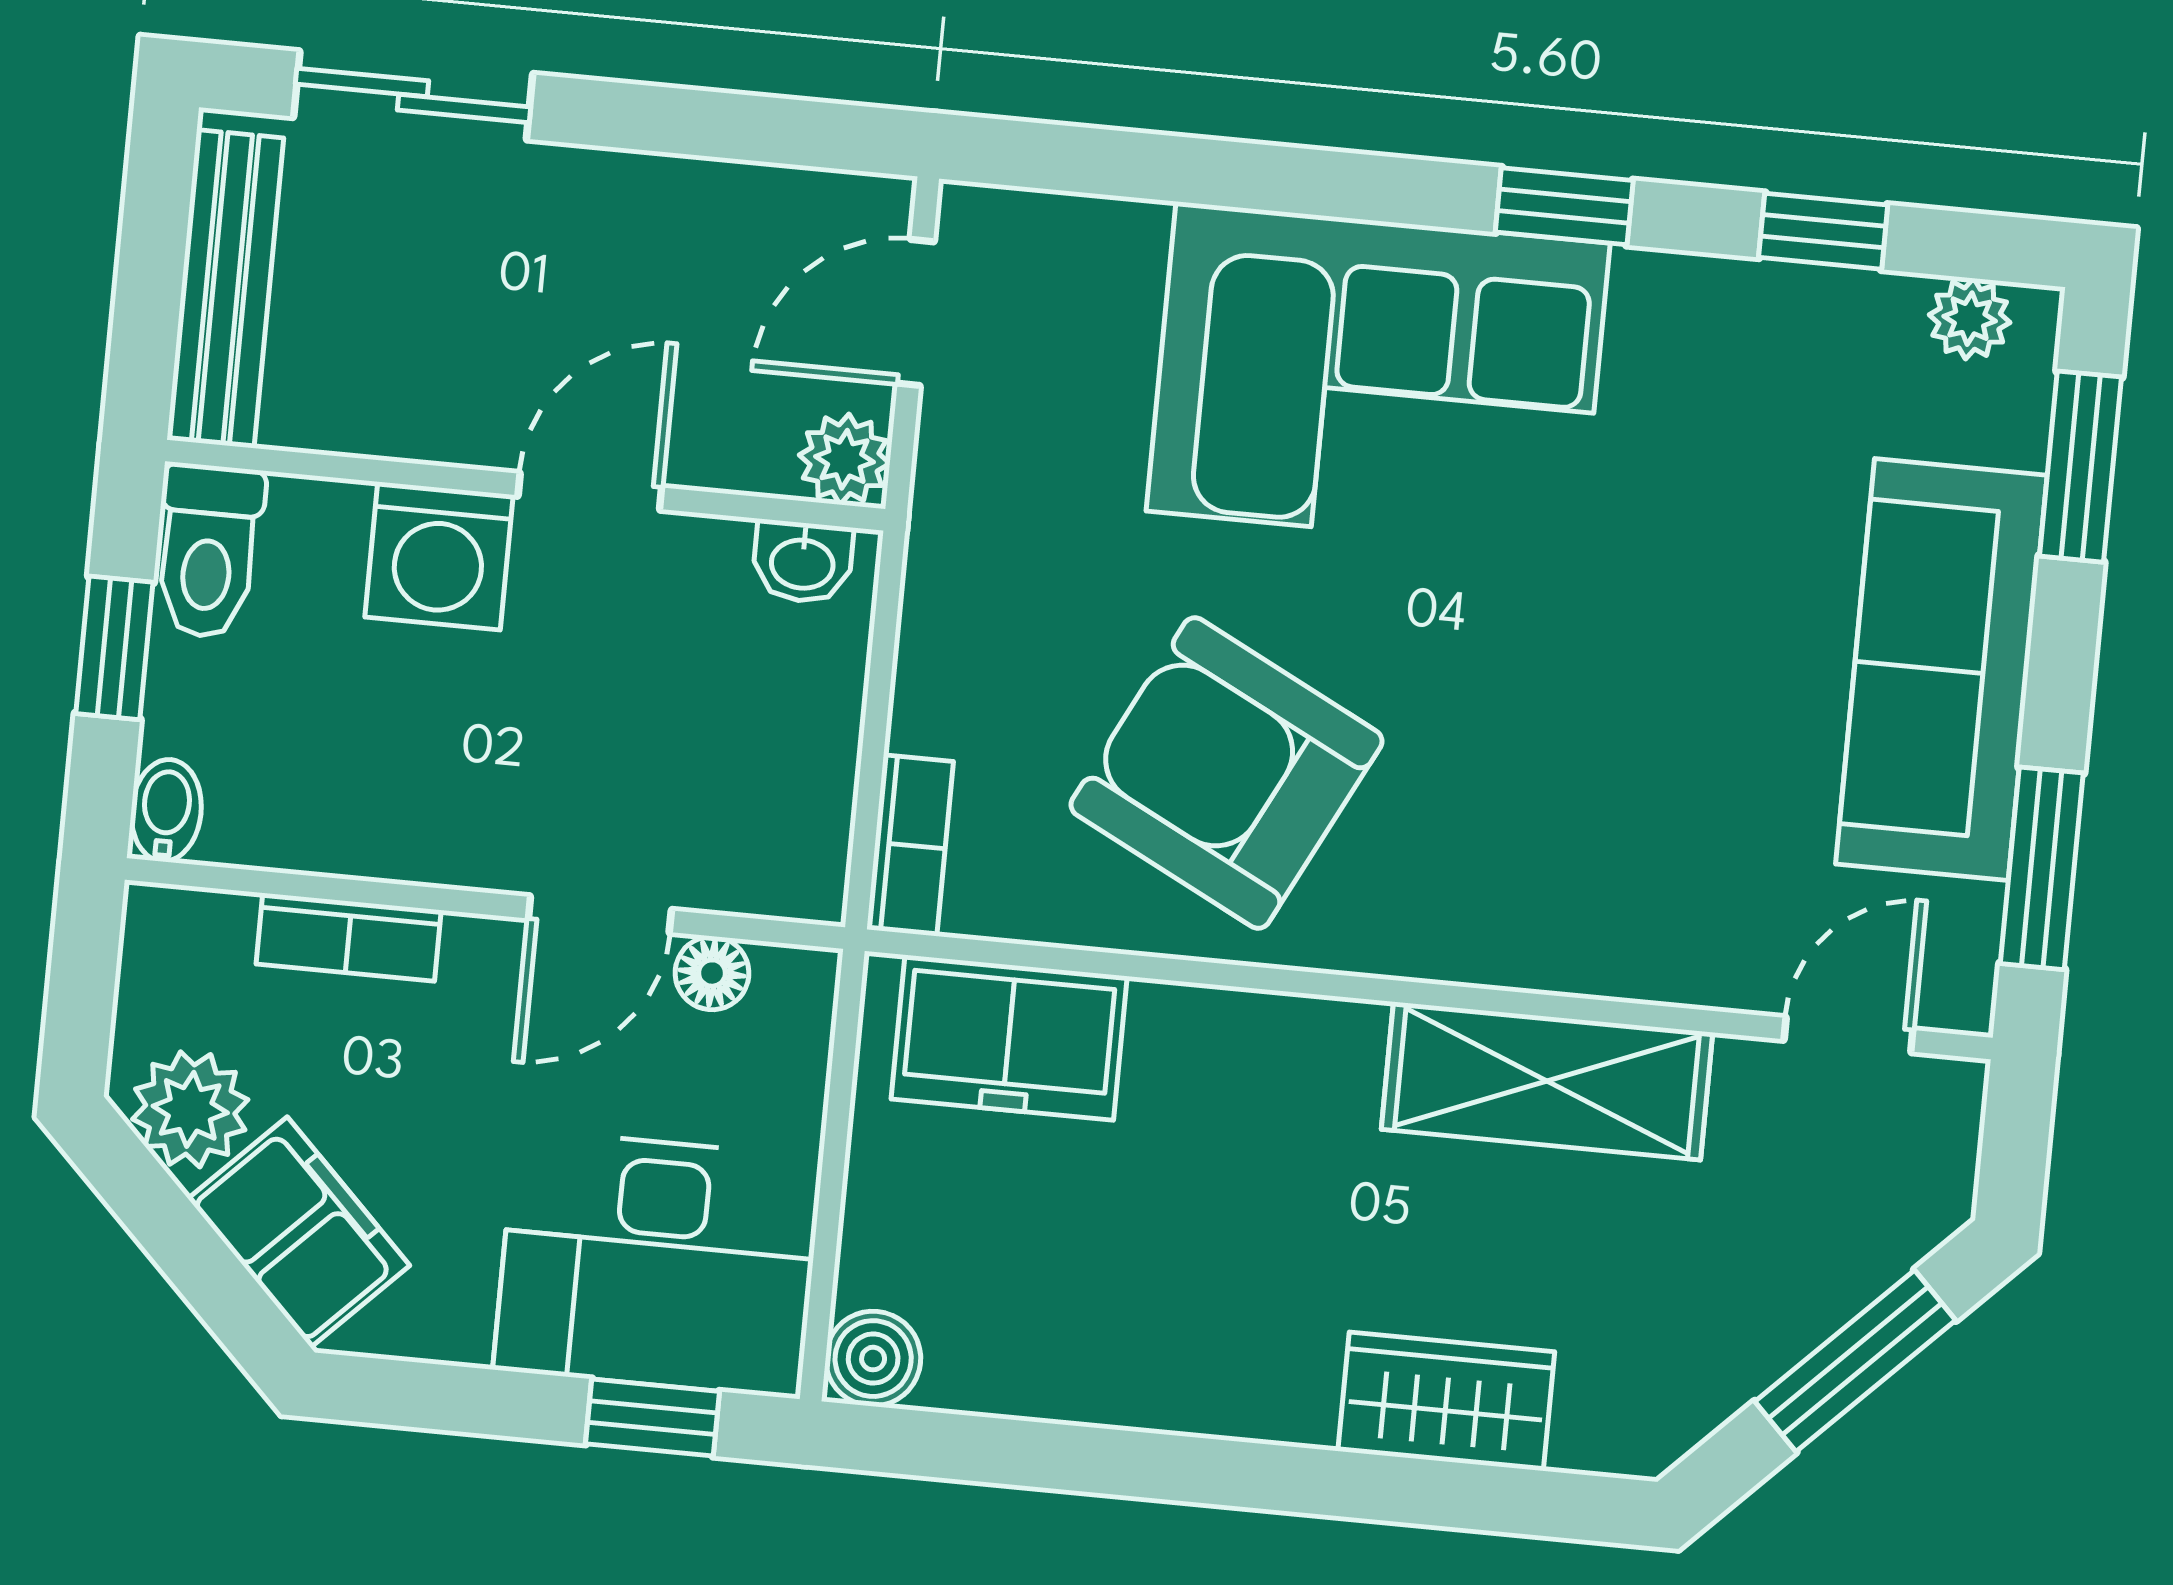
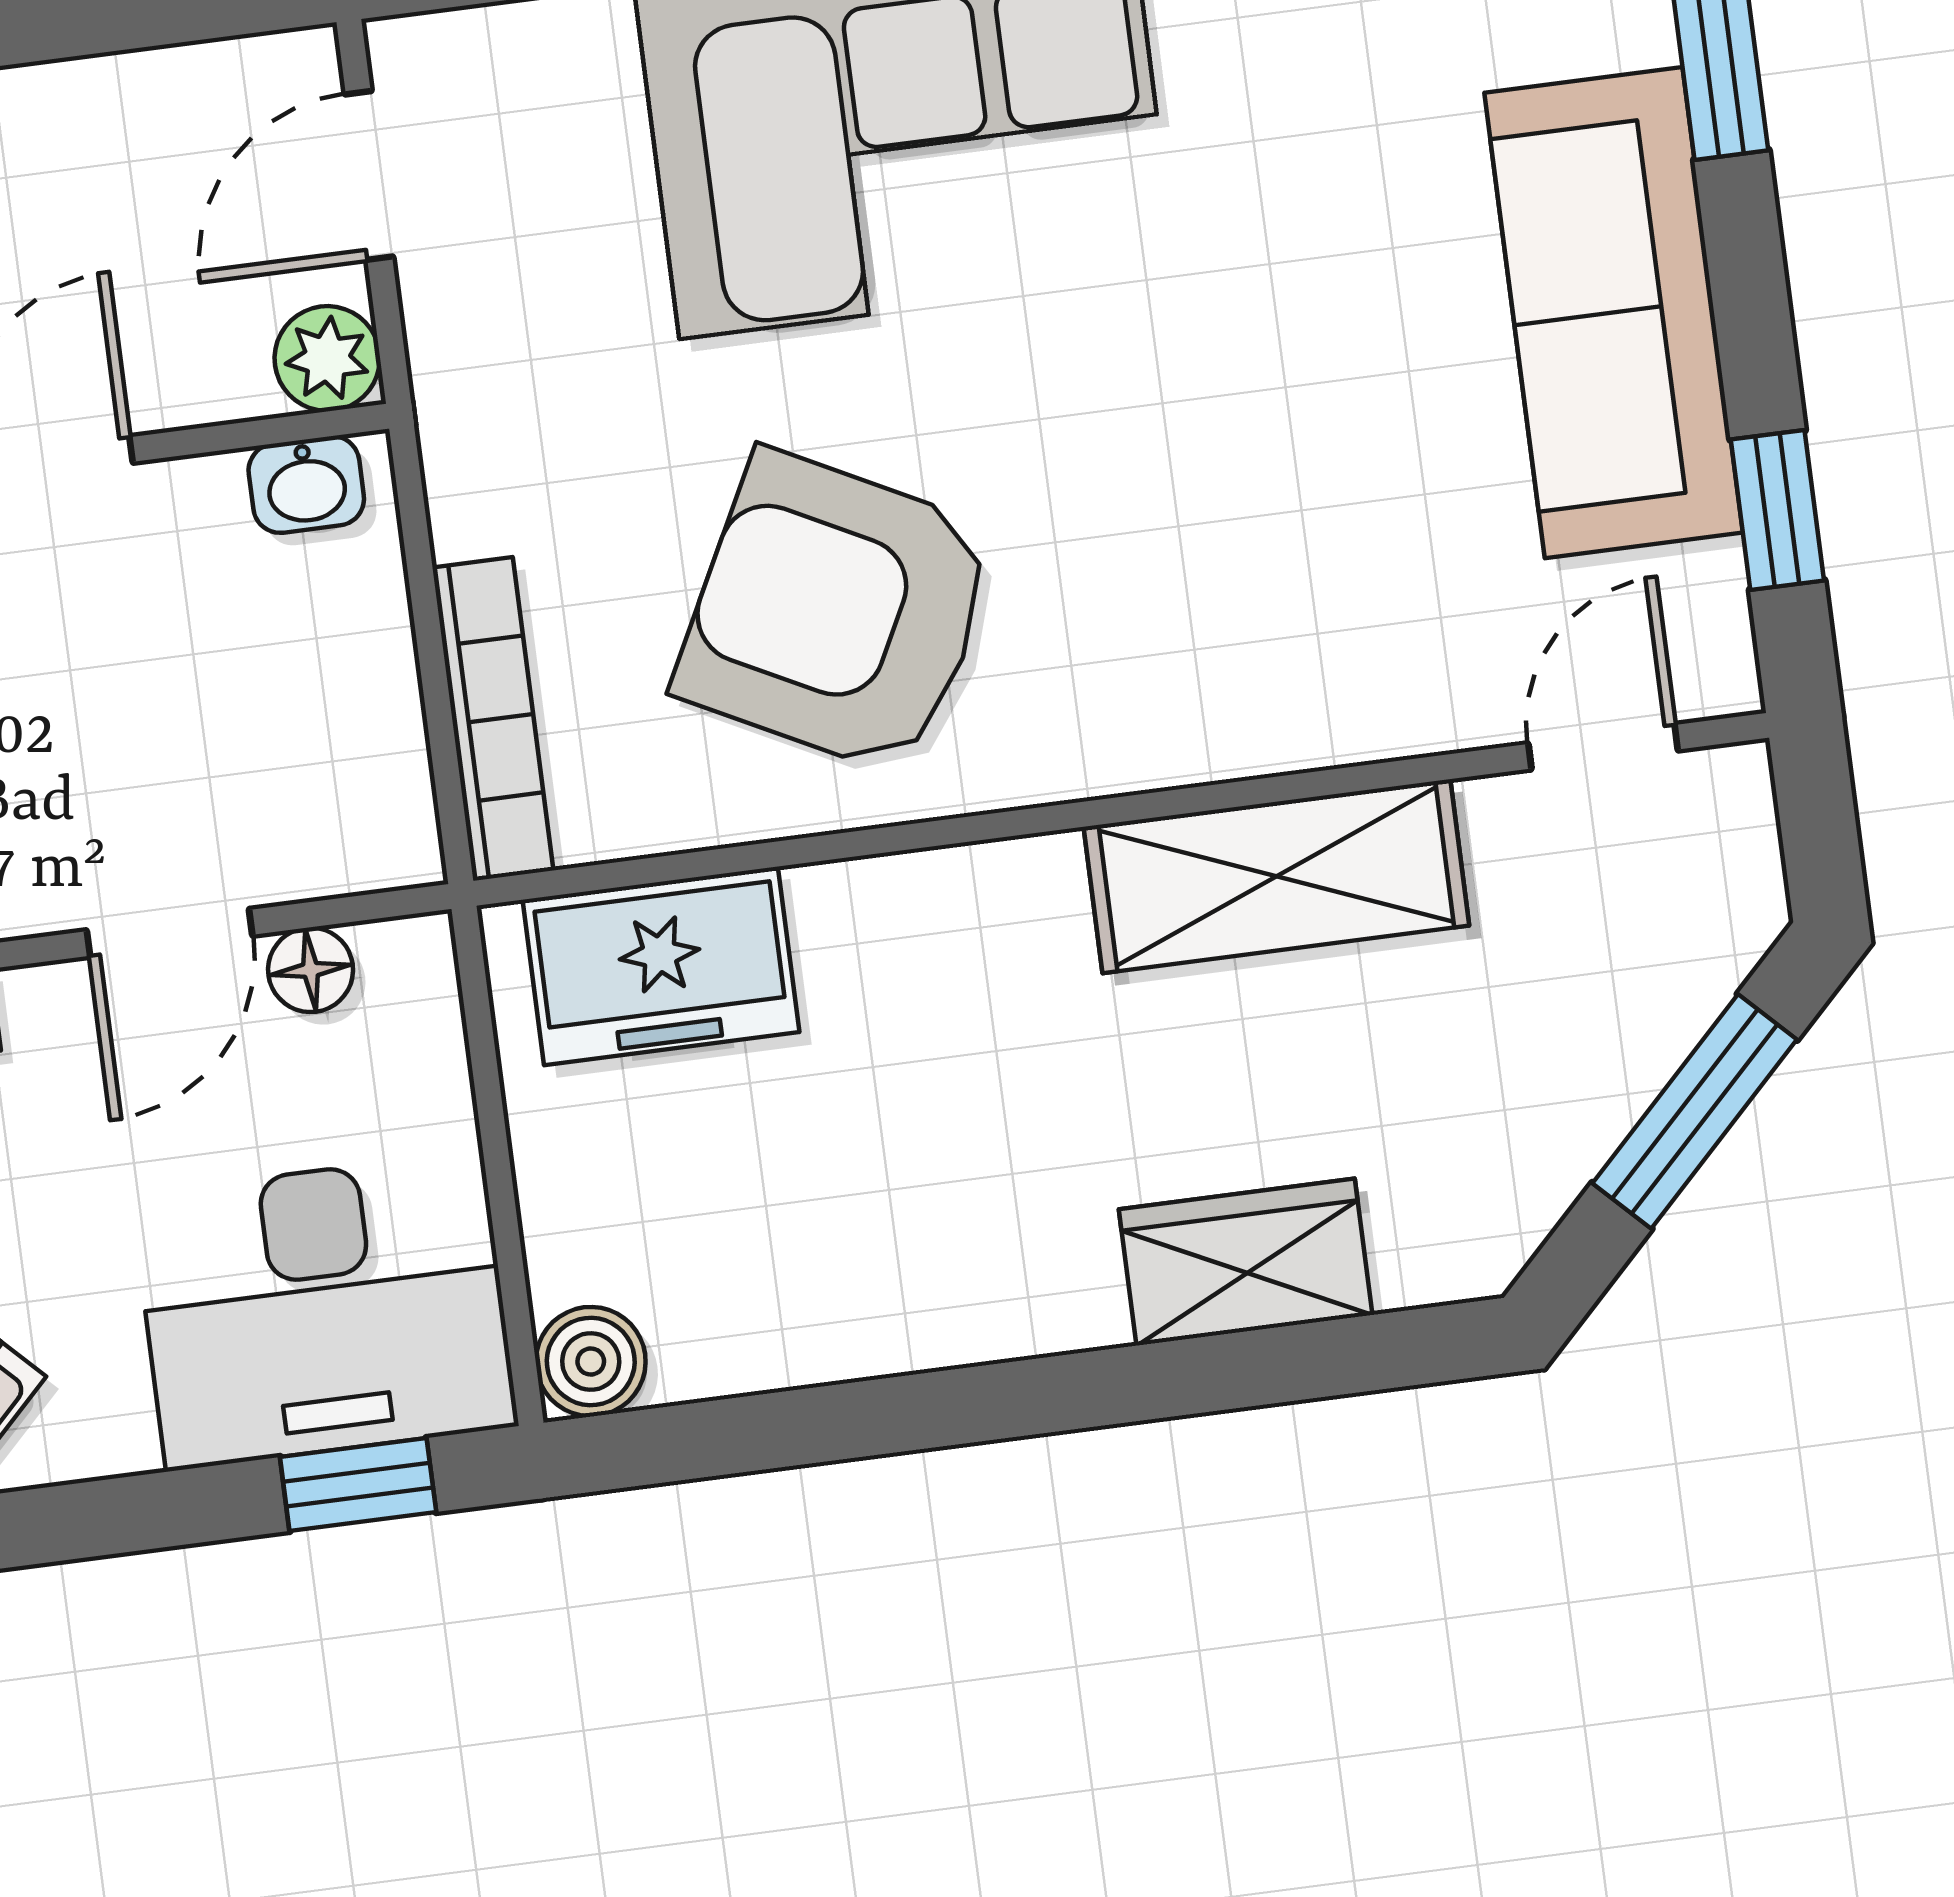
bookcase: (910, 845) -> (493, 719), width x1.56
window: (2042, 868) -> (1777, 510), width x0.67

